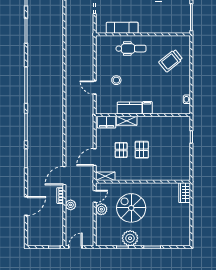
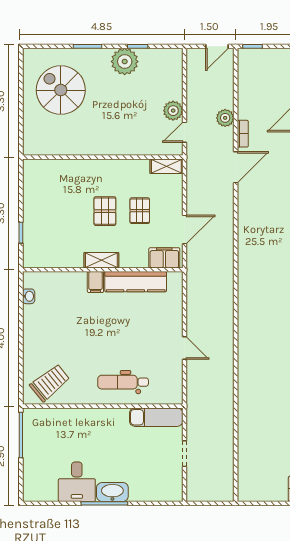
exam couch: (122, 28) -> (156, 417), moved
trolley: (171, 61) -> (50, 383), moved
stool: (116, 80) -> (148, 329), removed
door: (95, 88) -> (184, 348), moved
kitchen counter: (130, 108) -> (136, 282), width x1.50
shelving: (127, 121) -> (101, 260), moved
door: (95, 157) -> (184, 230), moved
wardrobe: (185, 193) -> (32, 139), removed
spiral stairs: (131, 208) -> (61, 90), moved, turned 180

